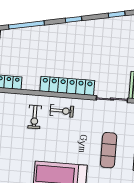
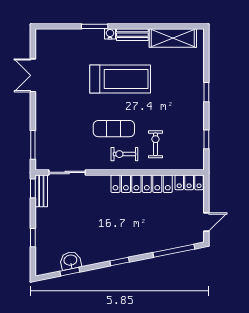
washbasin: (115, 24) -> (71, 261), added
locker: (67, 86) -> (142, 184), moved
exercise mat: (109, 150) -> (114, 129), moved, turned 90

